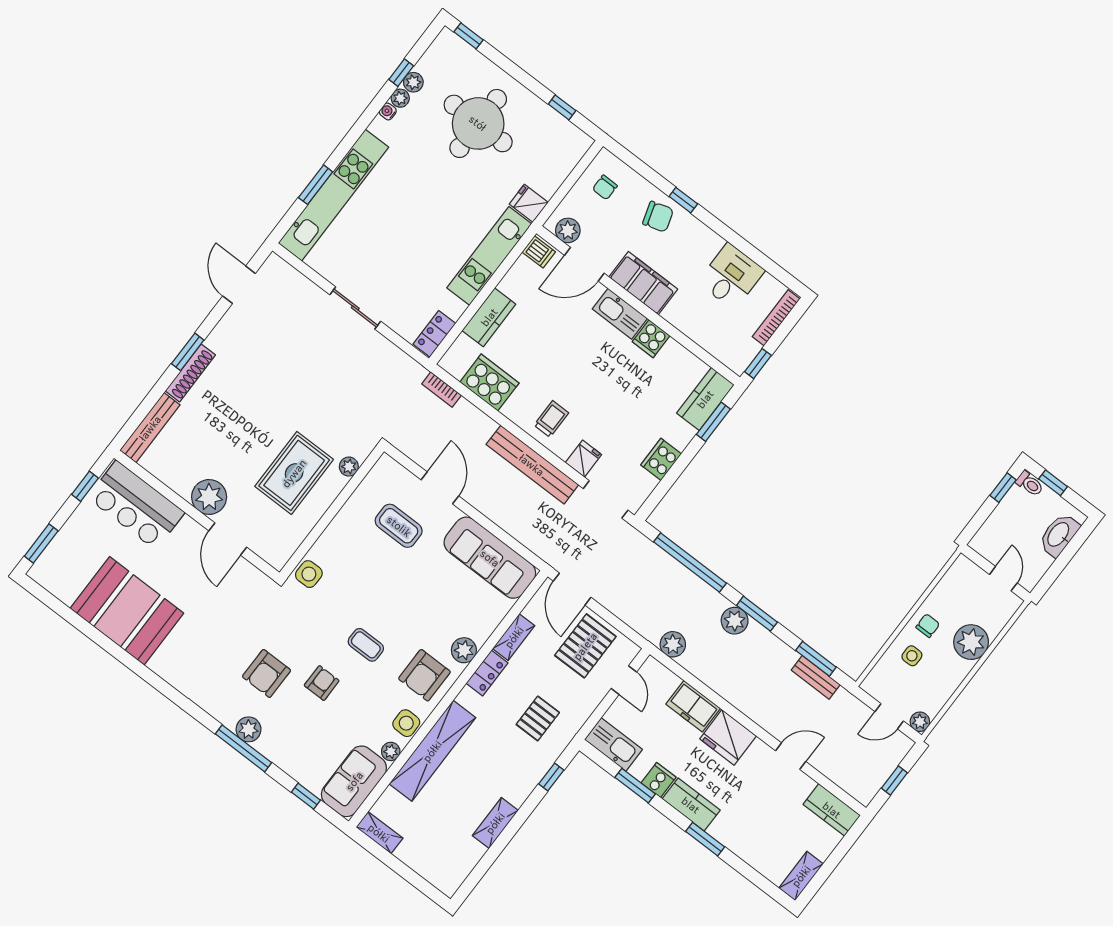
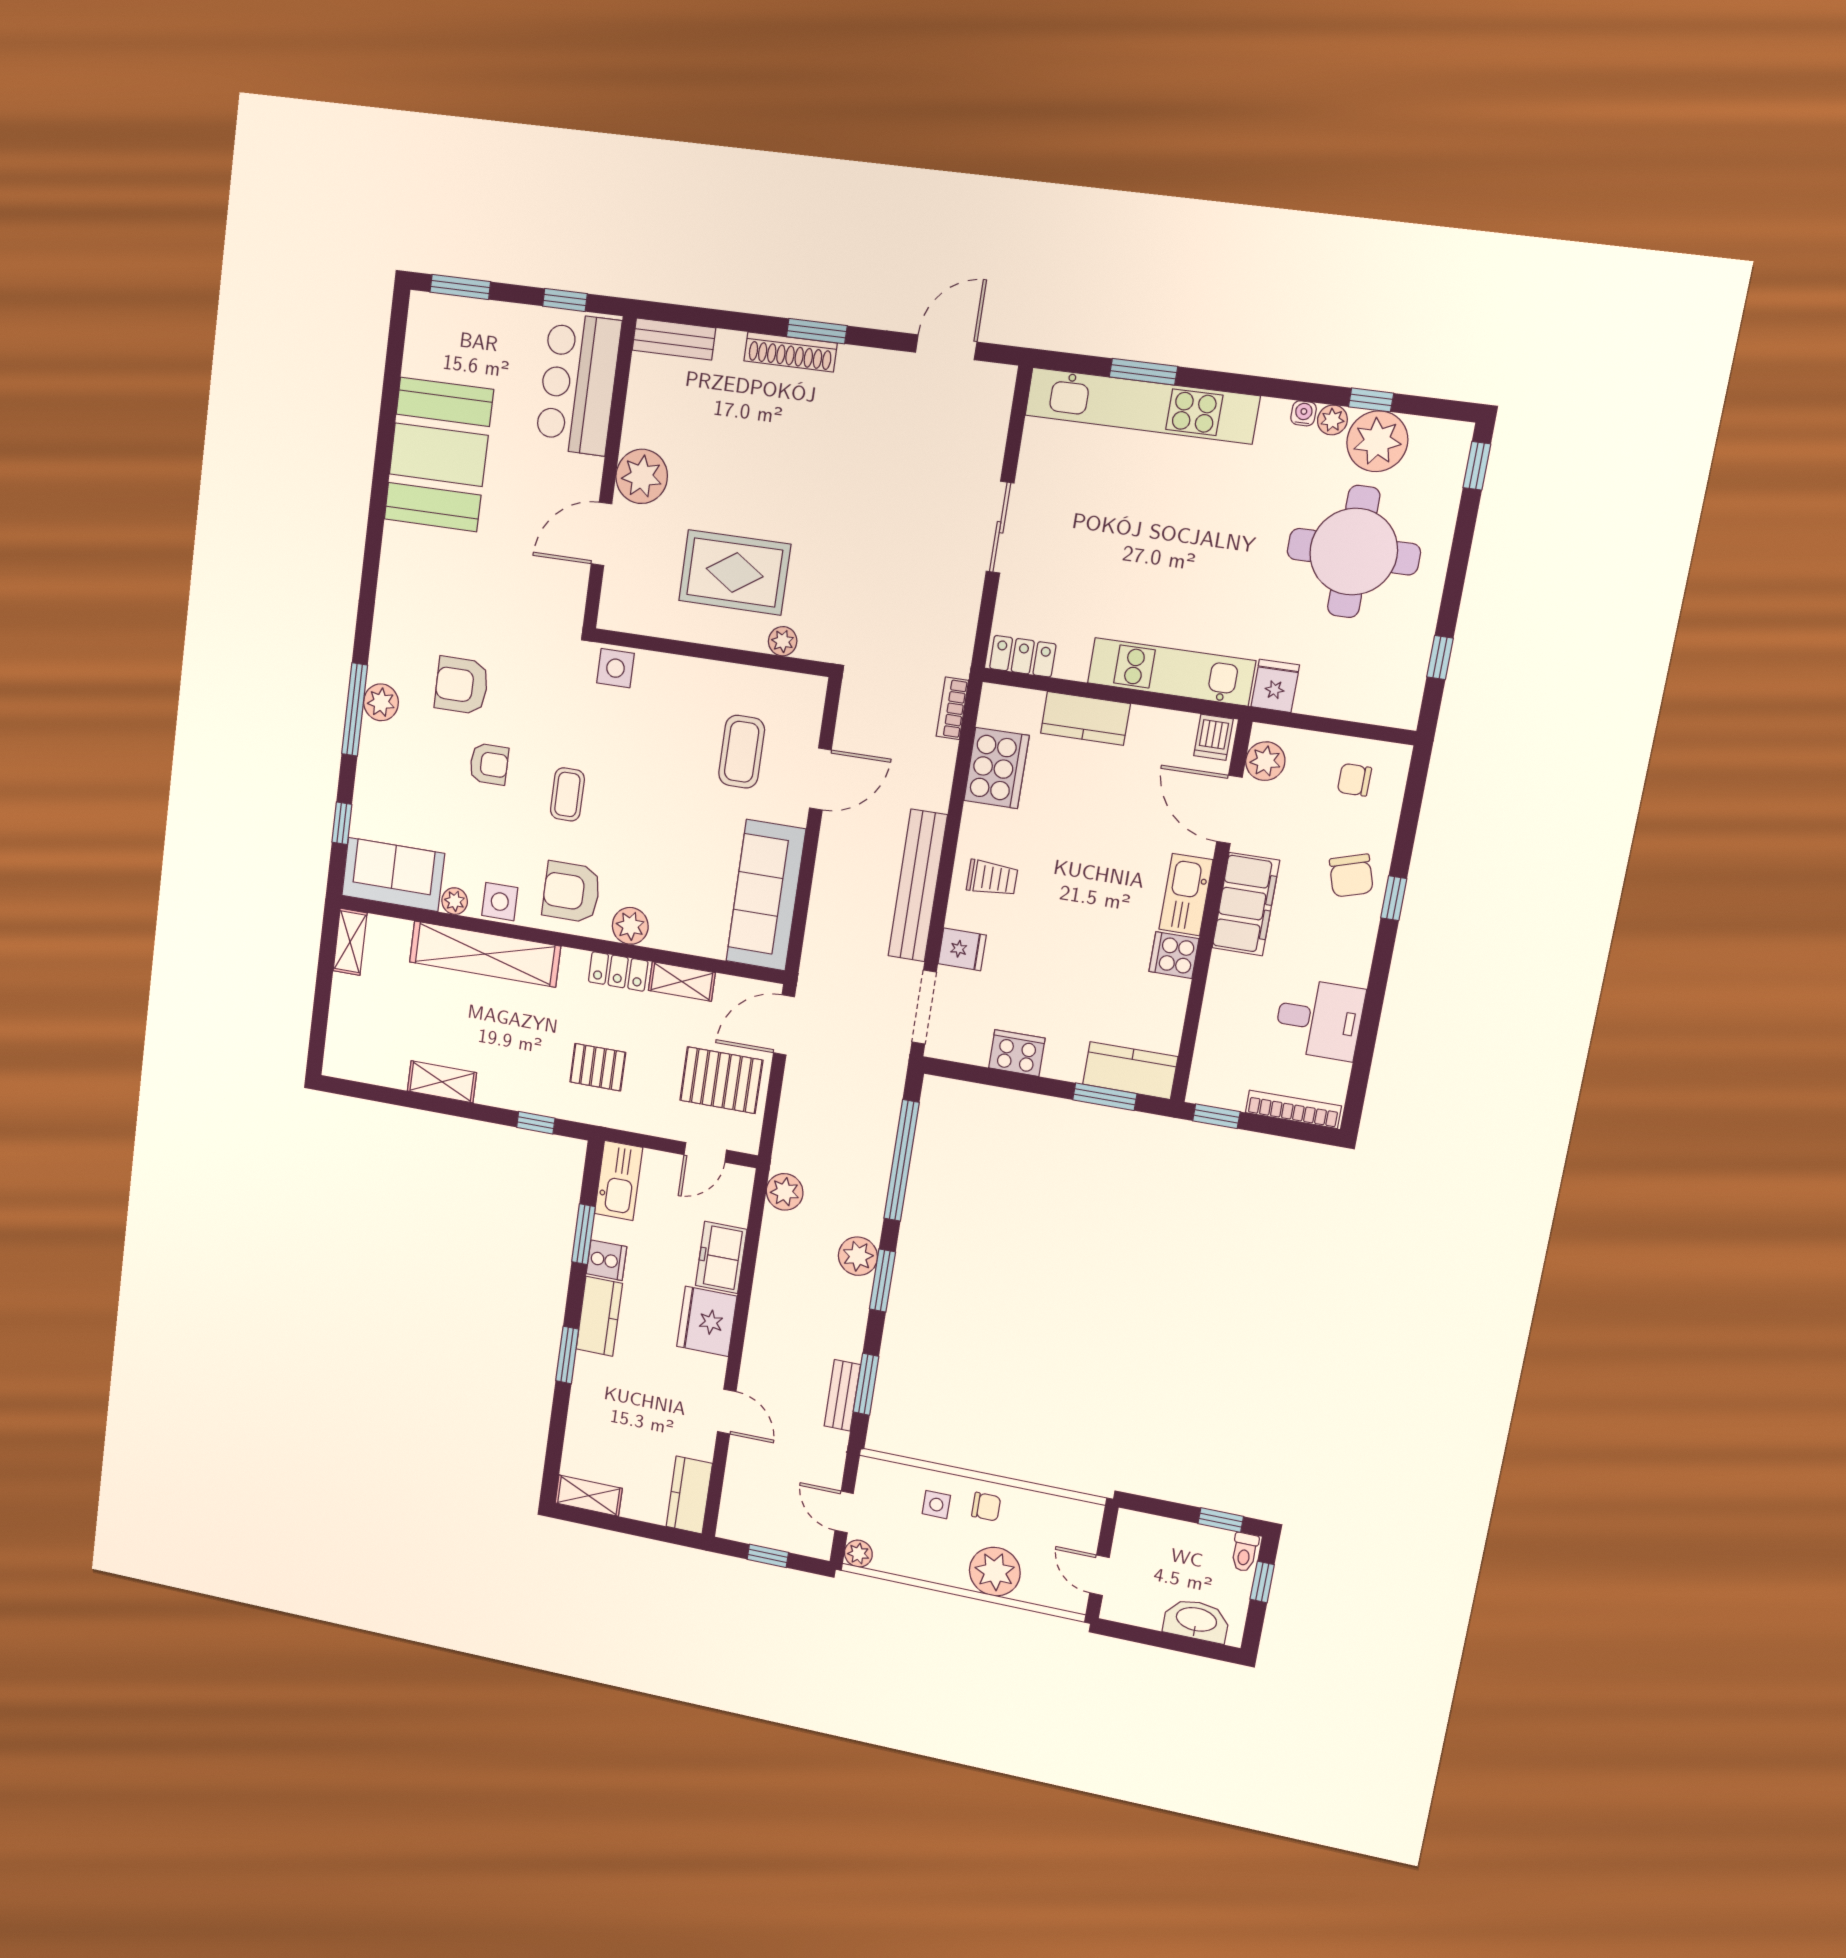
plant: (413, 82) -> (1377, 441), width x1.87, depth x1.87
bench: (150, 428) -> (674, 339), width x0.73
door: (1003, 579) -> (1099, 1575), swing flipped

